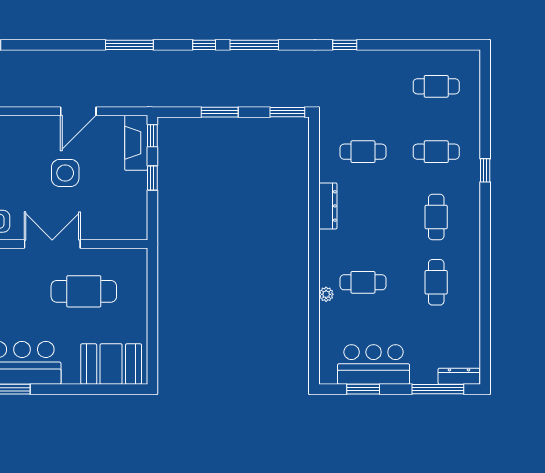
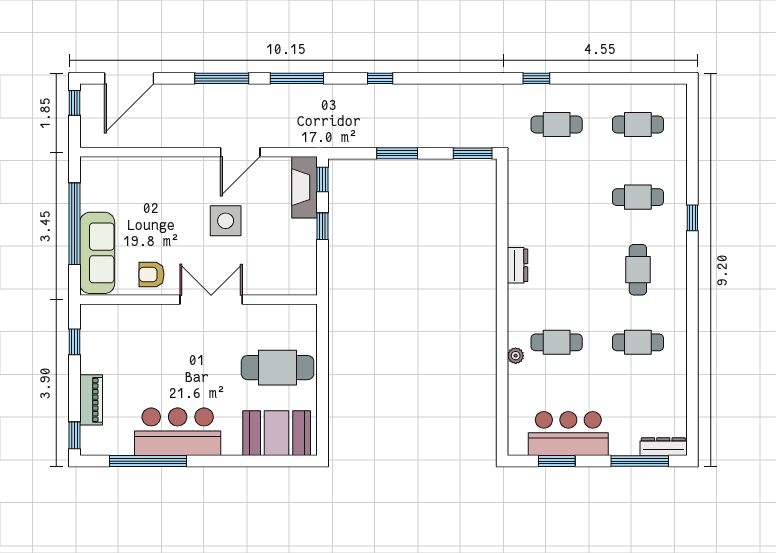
window: (254, 45) -> (222, 78), moved
cafe table: (363, 152) -> (557, 124), moved
dresser: (328, 206) -> (518, 265), width x0.70
cafe table: (436, 282) -> (638, 342), turned 90
cafe table: (84, 291) -> (278, 368), moved

